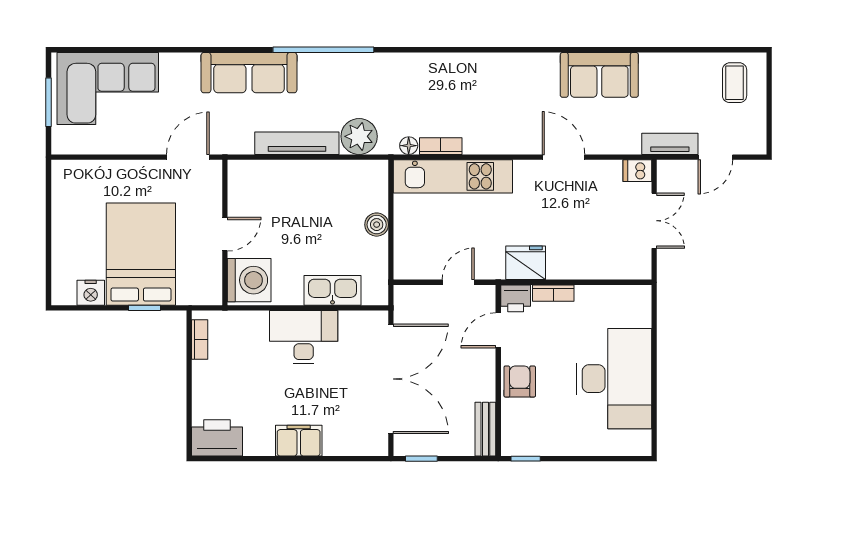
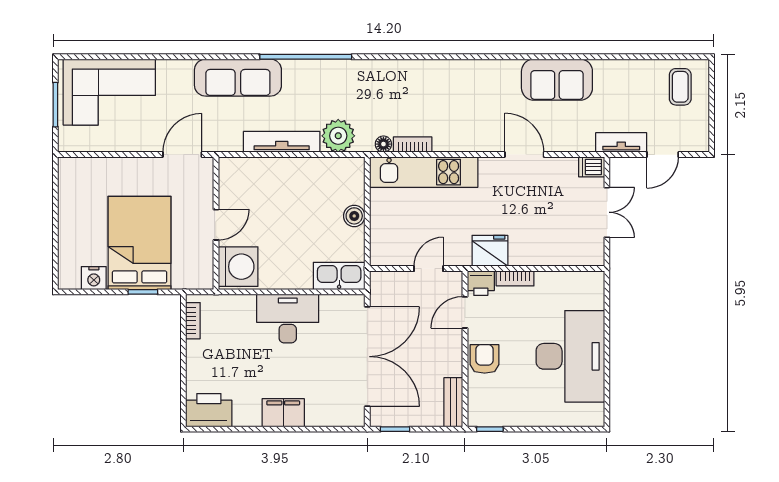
kitchen sink: (333, 290) -> (339, 276), moved

